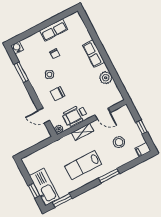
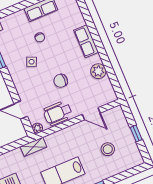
chair: (58, 94) -> (61, 81), moved
shelving: (83, 132) -> (33, 147), moved
filing cabinet: (143, 150) -> (135, 160), removed

